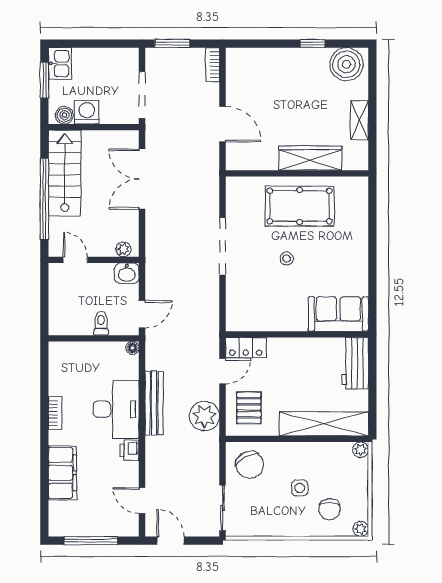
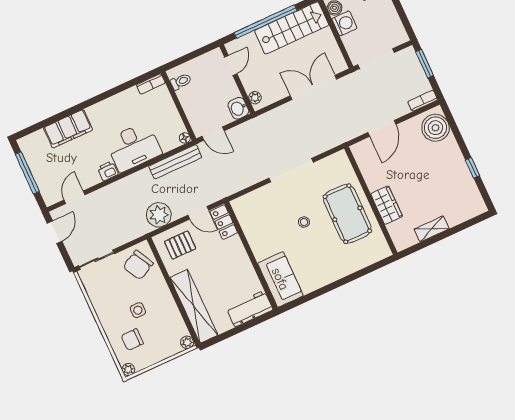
boiler: (346, 64) -> (435, 128), moved
wardrobe: (310, 158) -> (387, 205), width x0.67
toilet: (101, 323) -> (181, 82), moved
bench: (154, 403) -> (175, 162), moved
bookcase: (55, 413) -> (151, 84), moved

